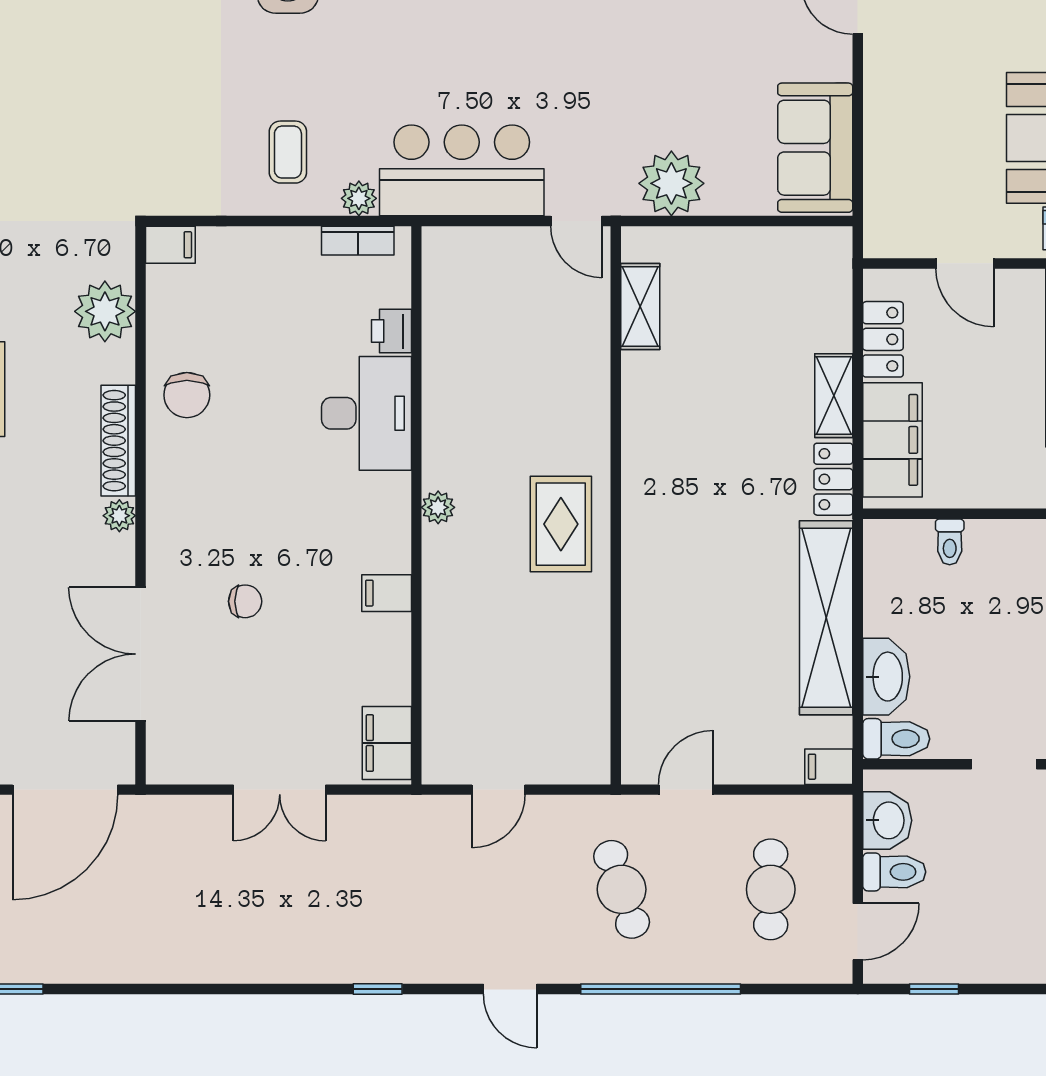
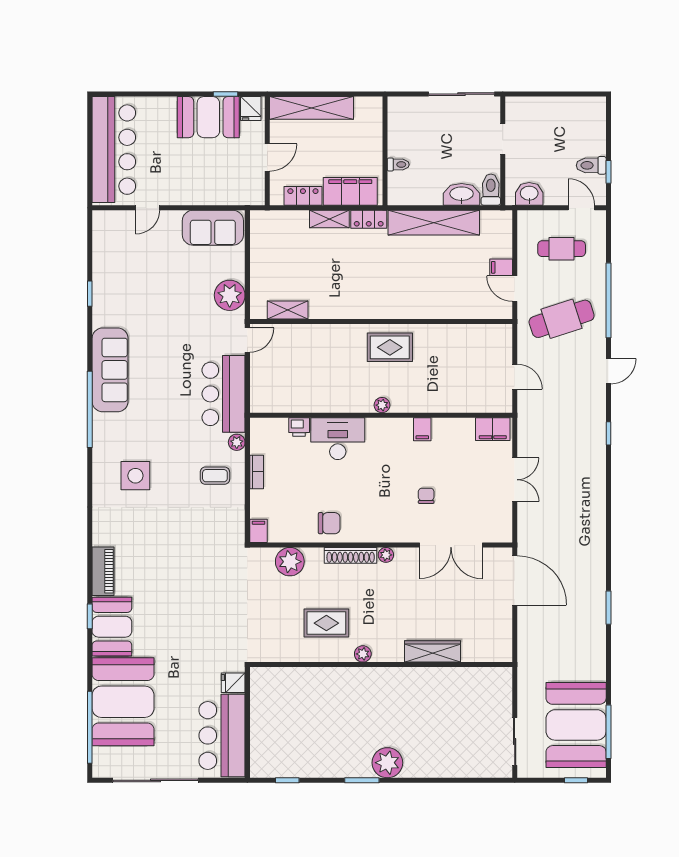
bookcase: (358, 241) -> (257, 472), moved
filing cabinet: (829, 767) -> (501, 267), moved, turned 90
toilet: (894, 872) -> (591, 165), moved, turned -90
cafe table: (622, 889) -> (562, 319), width x1.37, depth x1.35

